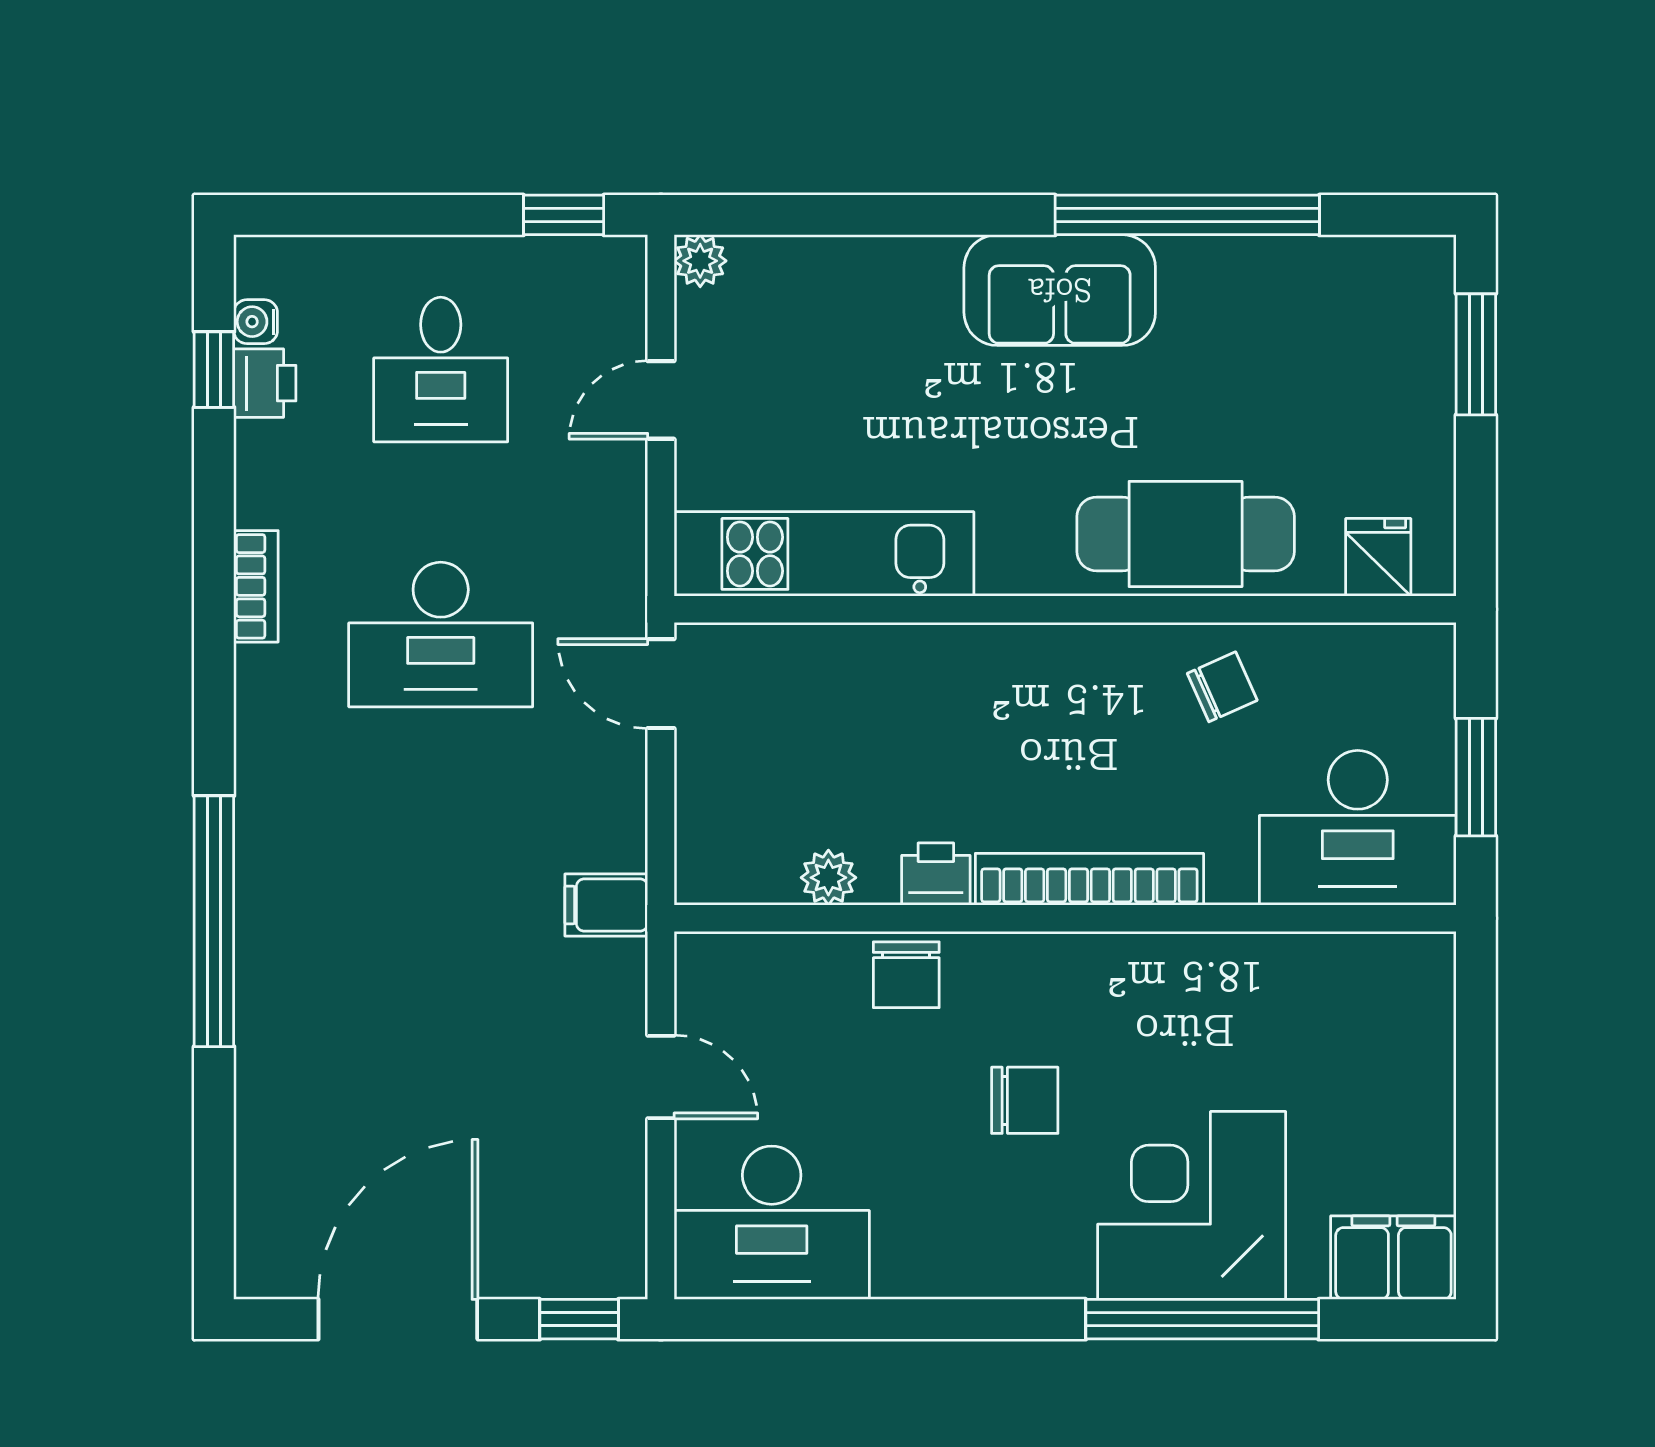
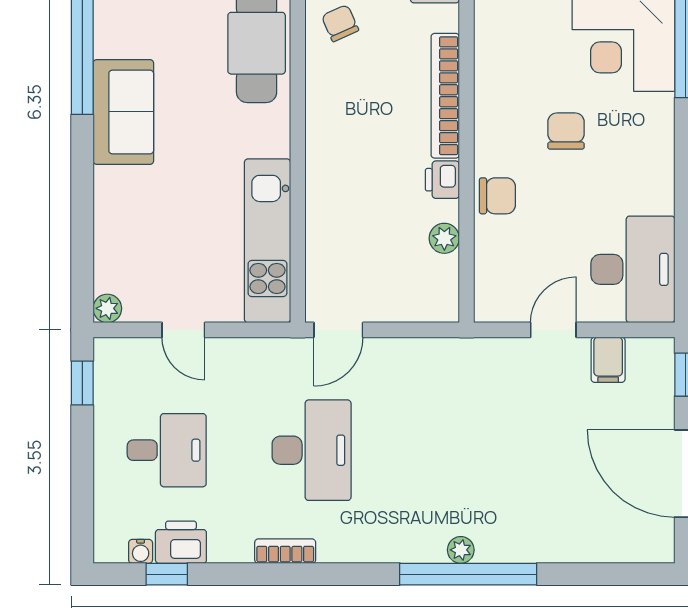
printer: (265, 383) -> (181, 542), width x1.36, depth x1.24
filing cabinet: (606, 905) -> (608, 360), moved
plant: (258, 908) -> (461, 550), added

